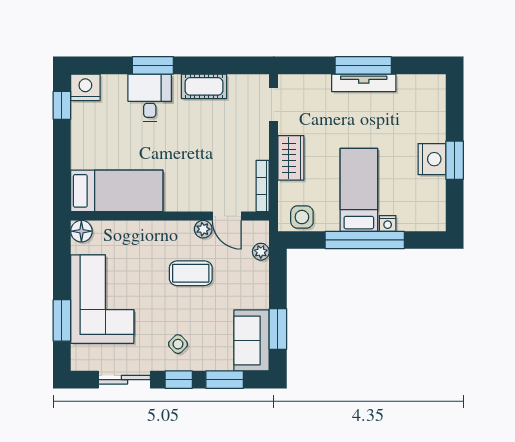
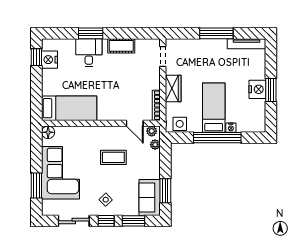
tv unit: (364, 83) -> (246, 44), moved
nightstand: (85, 87) -> (50, 60), moved, turned -90
plant: (203, 229) -> (152, 131), moved

